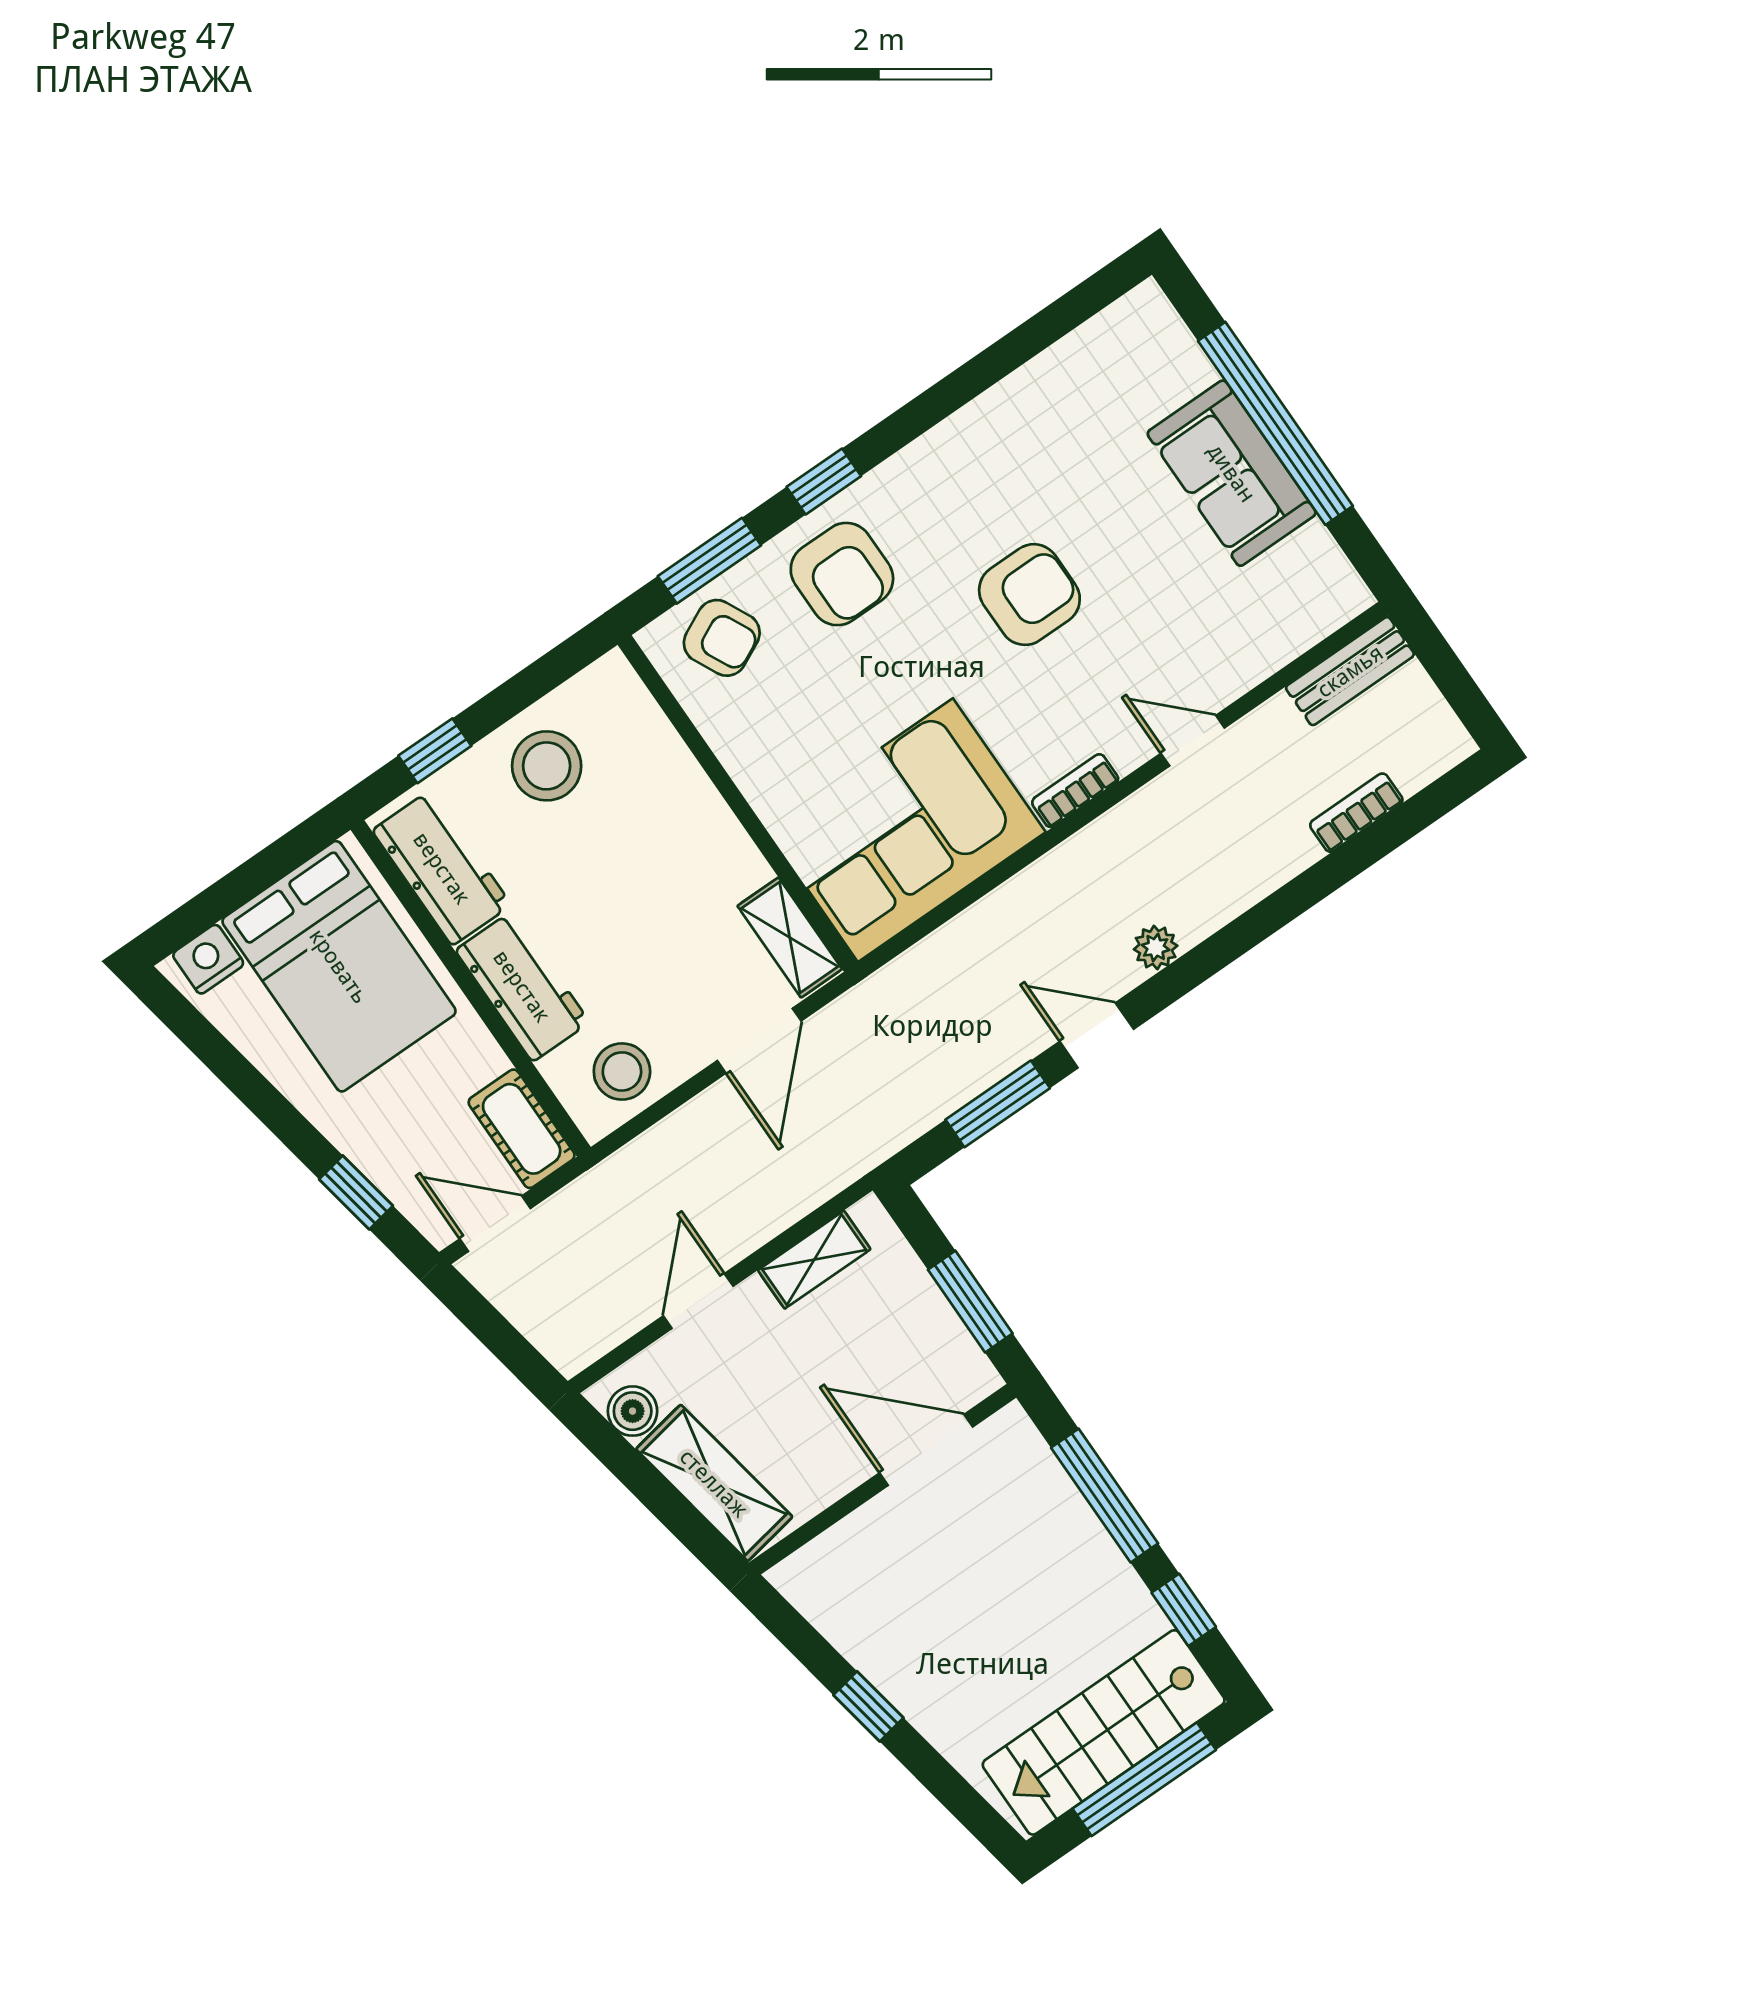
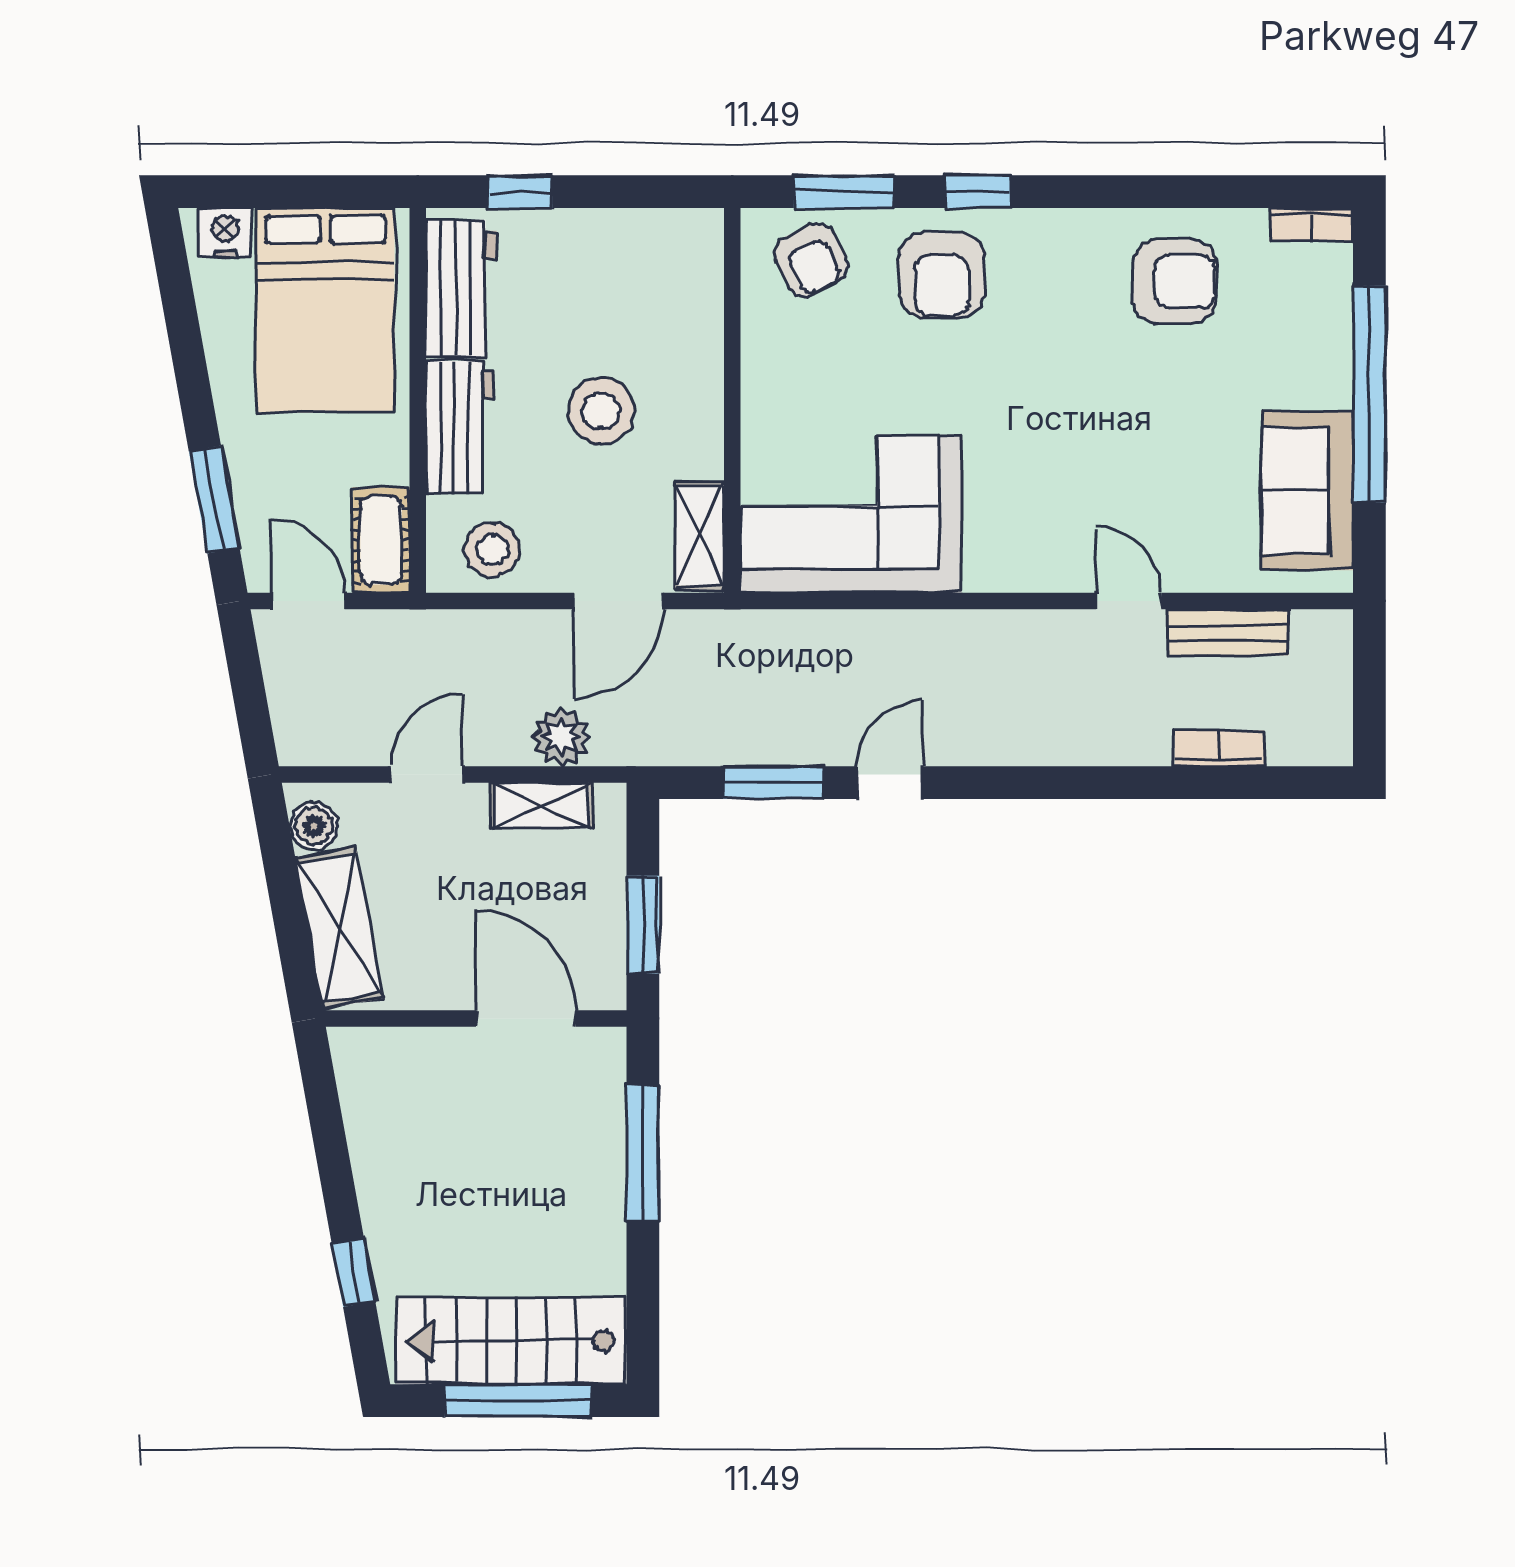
sofa: (1232, 473) -> (1307, 491), moved
armchair: (1029, 595) -> (1174, 281), moved
bench: (1350, 671) -> (1228, 632), moved
stool: (547, 766) -> (601, 411), moved
bookcase: (1075, 791) -> (1311, 225), moved, turned 180
plant: (1156, 947) -> (561, 737), moved, width x1.38, depth x1.38
door: (1097, 1035) -> (890, 783), hinge flipped
window: (356, 1192) -> (214, 500), width x1.50
window: (1184, 1610) -> (643, 1288), removed
window: (868, 1706) -> (354, 1272), moved

